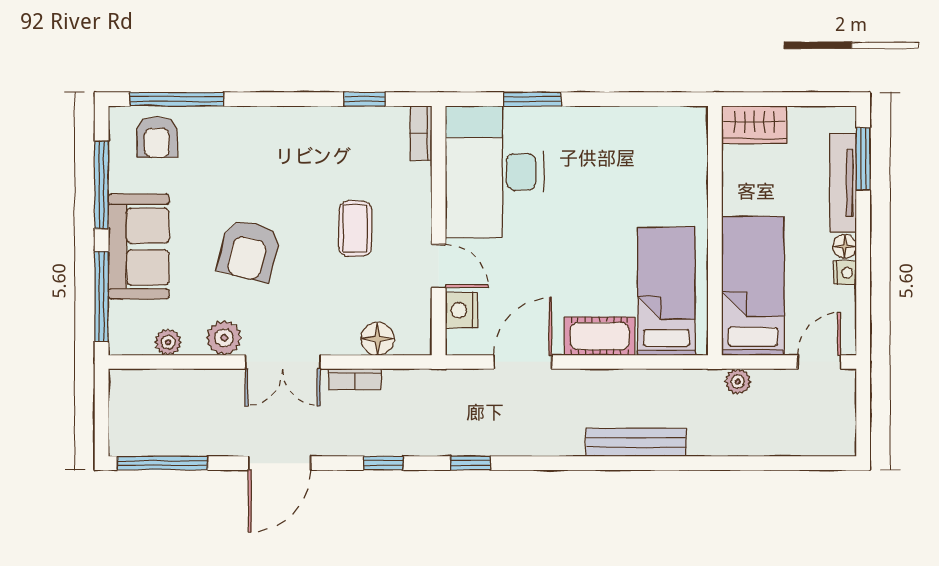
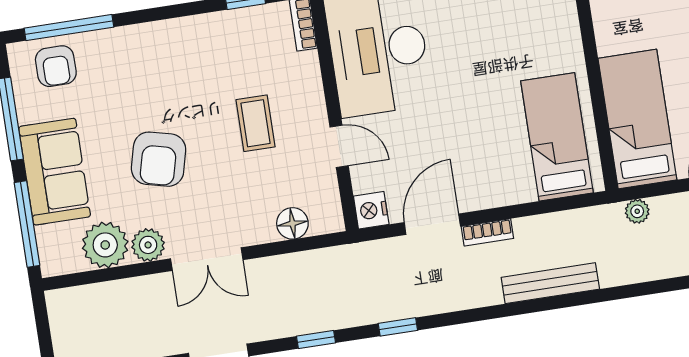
nightstand: (462, 310) -> (371, 210), moved
cot: (600, 336) -> (501, 189), removed
plant: (168, 342) -> (105, 245), width x1.88, depth x1.88
bookcase: (355, 379) -> (487, 232), moved

